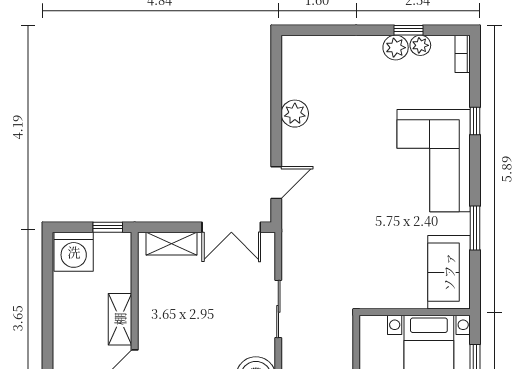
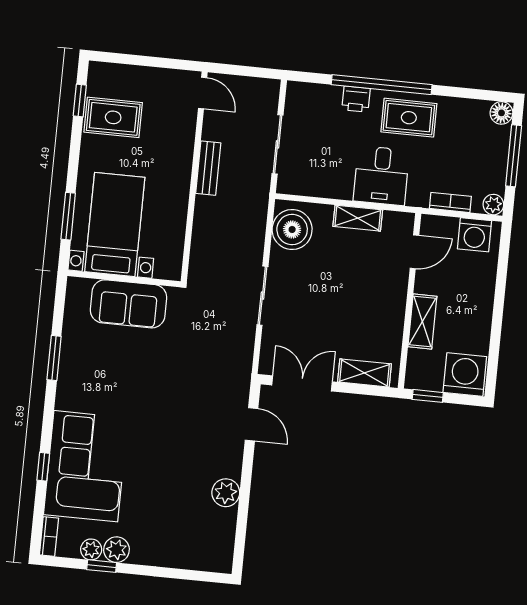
corner sofa: (434, 161) -> (86, 466), moved
door: (276, 183) -> (252, 424), swing flipped
sofa: (449, 272) -> (129, 304), moved, turned 90
shelving: (120, 319) -> (422, 322), moved

